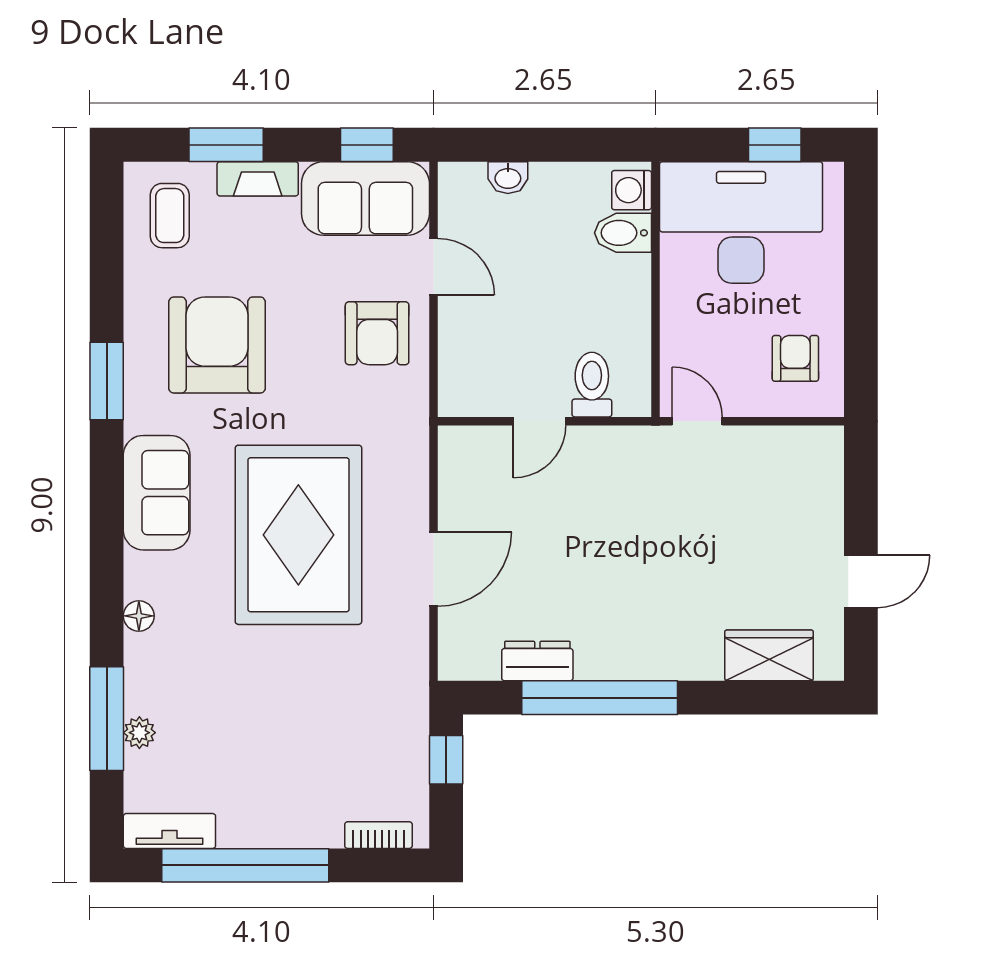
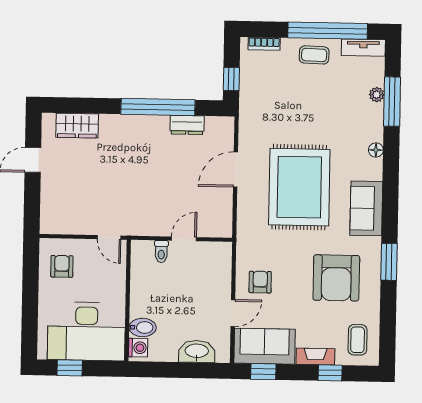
window: (226, 145) -> (330, 373), width x0.67
washbasin: (508, 178) -> (197, 351), width x1.91, depth x1.45
door: (433, 267) -> (233, 313), swing flipped
armchair: (377, 333) -> (260, 282), width x0.72, depth x0.72
armchair: (795, 358) -> (62, 266), turned 180
toilet: (592, 385) -> (161, 251), width x0.73, depth x0.72
coffee table: (273, 814) -> (314, 55), added

